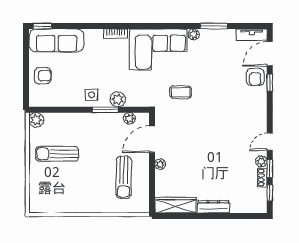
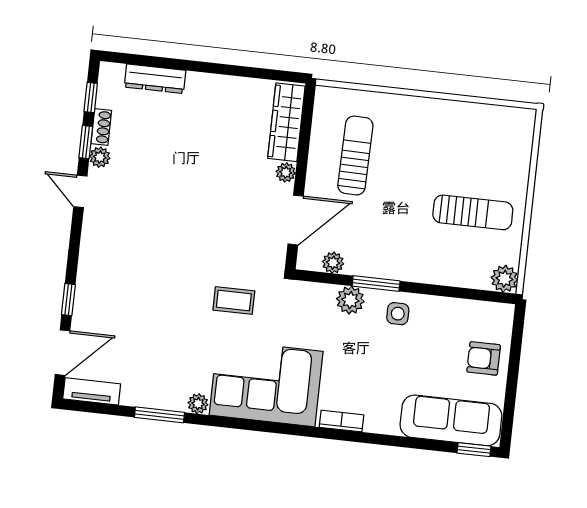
armchair: (255, 77) -> (94, 313), removed
door: (270, 142) -> (80, 191), swing flipped
wardrobe: (175, 205) -> (286, 122), moved, turned 90
dresser: (213, 207) -> (155, 79), moved

